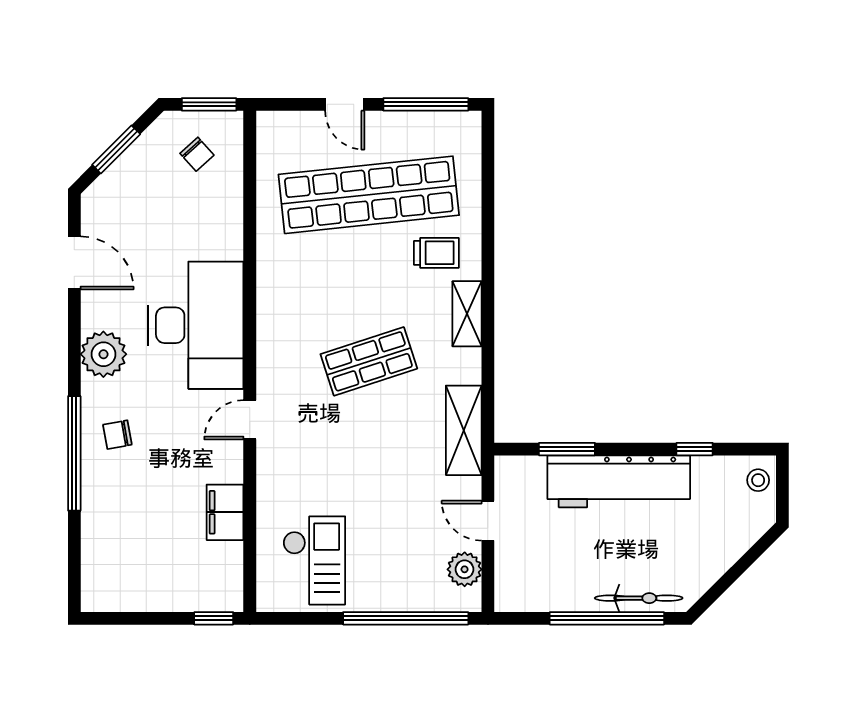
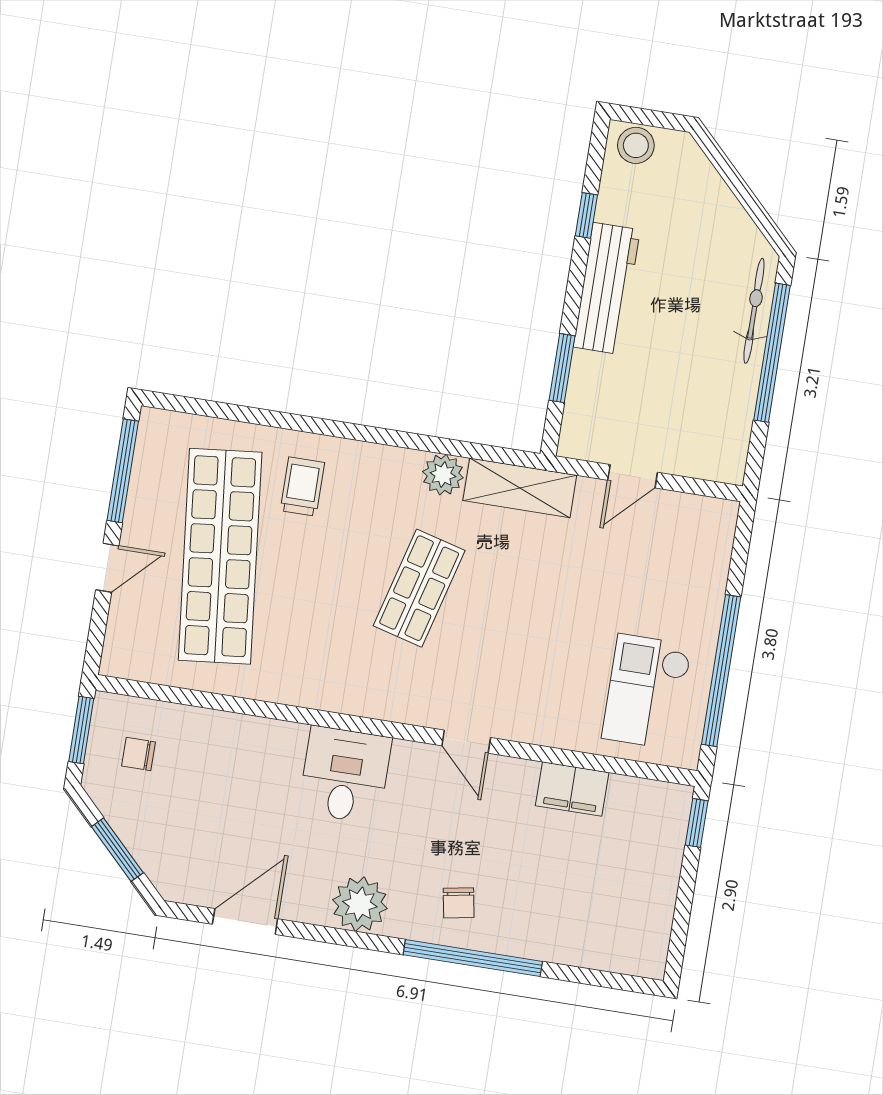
chair: (197, 154) -> (138, 754), turned -138
shelving: (467, 314) -> (381, 462), removed
desk: (196, 325) -> (345, 775), width x0.53, depth x0.77
shop shelf: (369, 361) -> (419, 588), turned 33
stool: (758, 480) -> (636, 145), width x1.37, depth x1.37
workbench: (619, 481) -> (607, 288), width x0.73, depth x0.76
checkout: (314, 560) -> (647, 692), turned -90
plant: (465, 569) -> (443, 475), moved
window: (406, 618) -> (721, 671), moved

